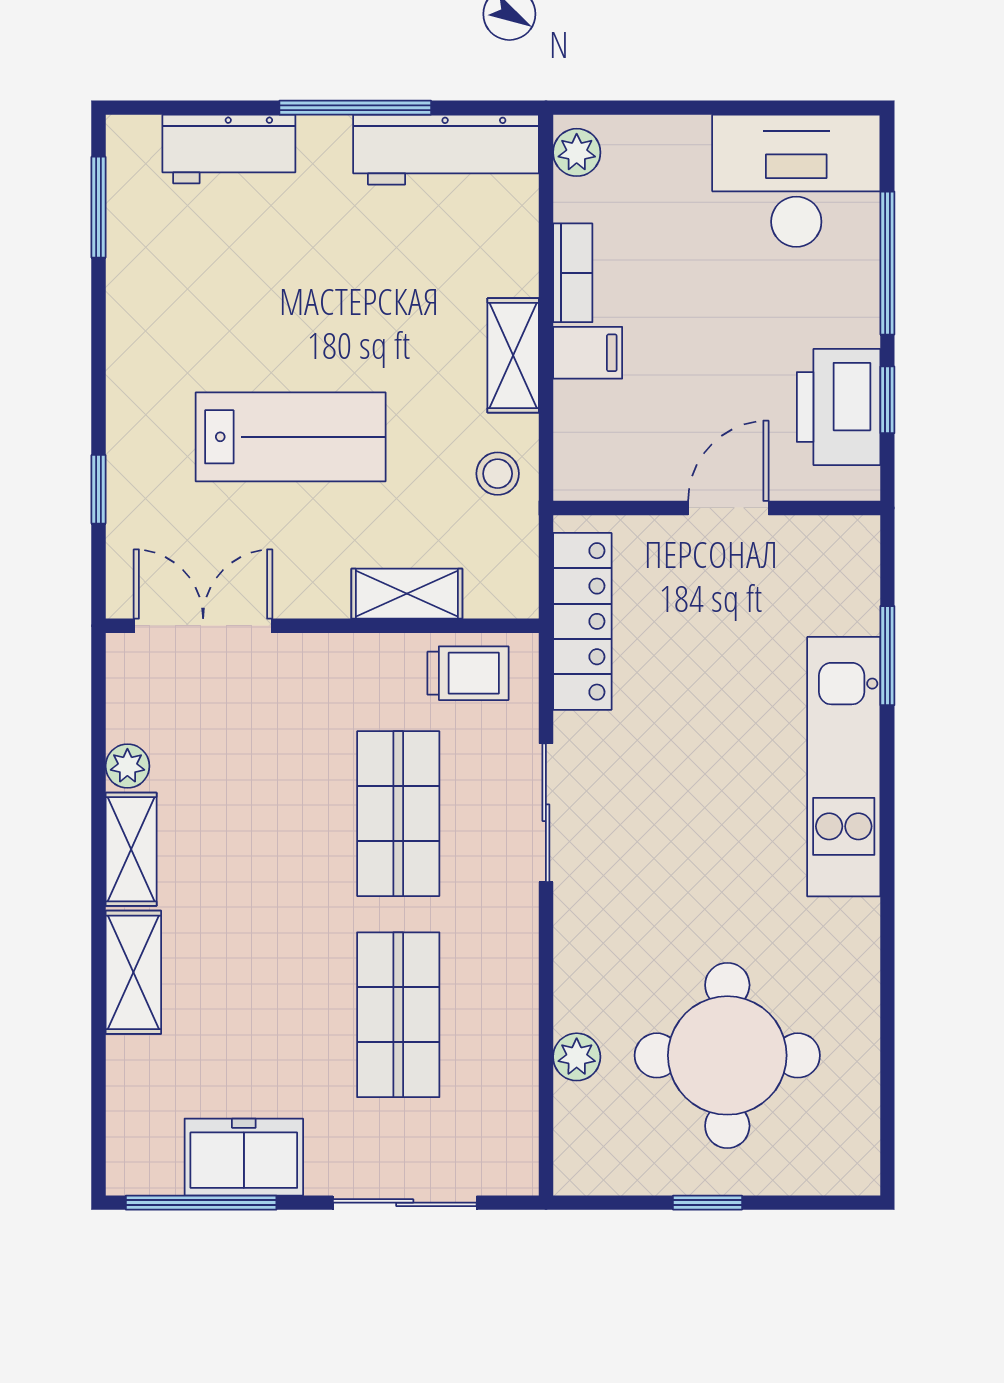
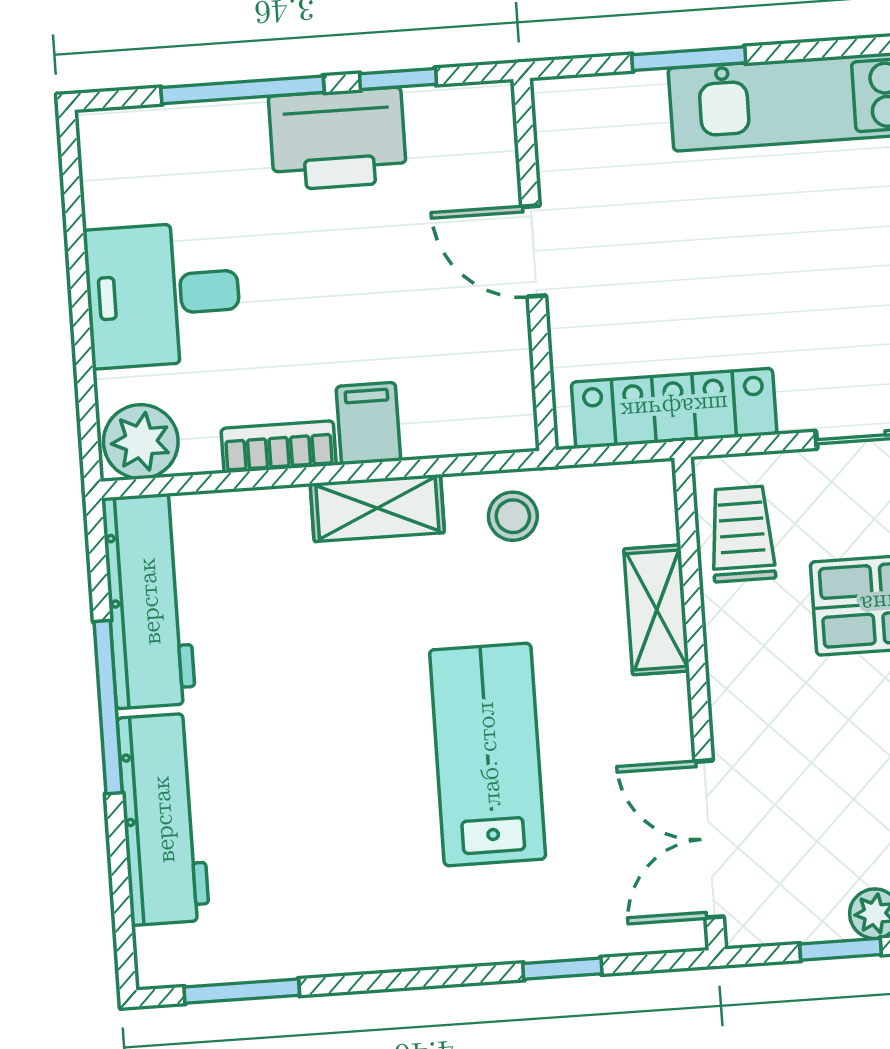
workbench: (229, 149) -> (163, 819), width x1.38
plant: (577, 152) -> (141, 442), width x1.38, depth x1.38
desk: (796, 181) -> (163, 295), moved, width x0.73
printer: (839, 407) -> (338, 139), moved
window: (99, 734) -> (840, 949), added

